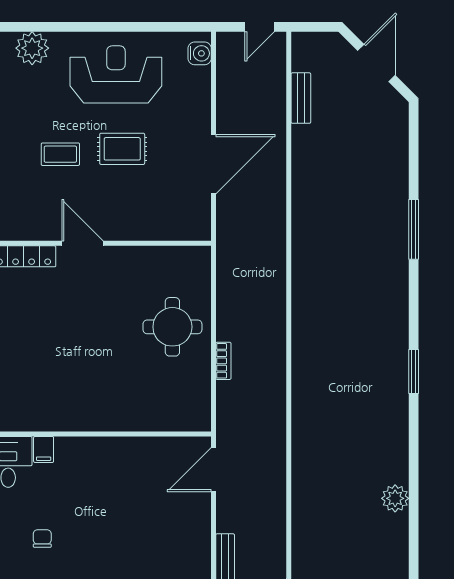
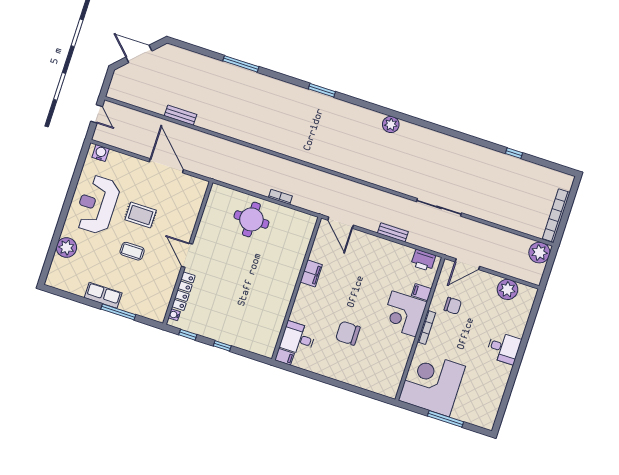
bench: (301, 98) -> (180, 115), moved
rug: (122, 149) -> (141, 215), turned 90
coffee table: (60, 154) -> (132, 251), turned 90
door: (82, 243) -> (187, 255), hinge flipped
filing cabinet: (44, 449) -> (311, 273), moved, width x2.00
chair: (42, 538) -> (348, 333), width x1.87, depth x1.87

